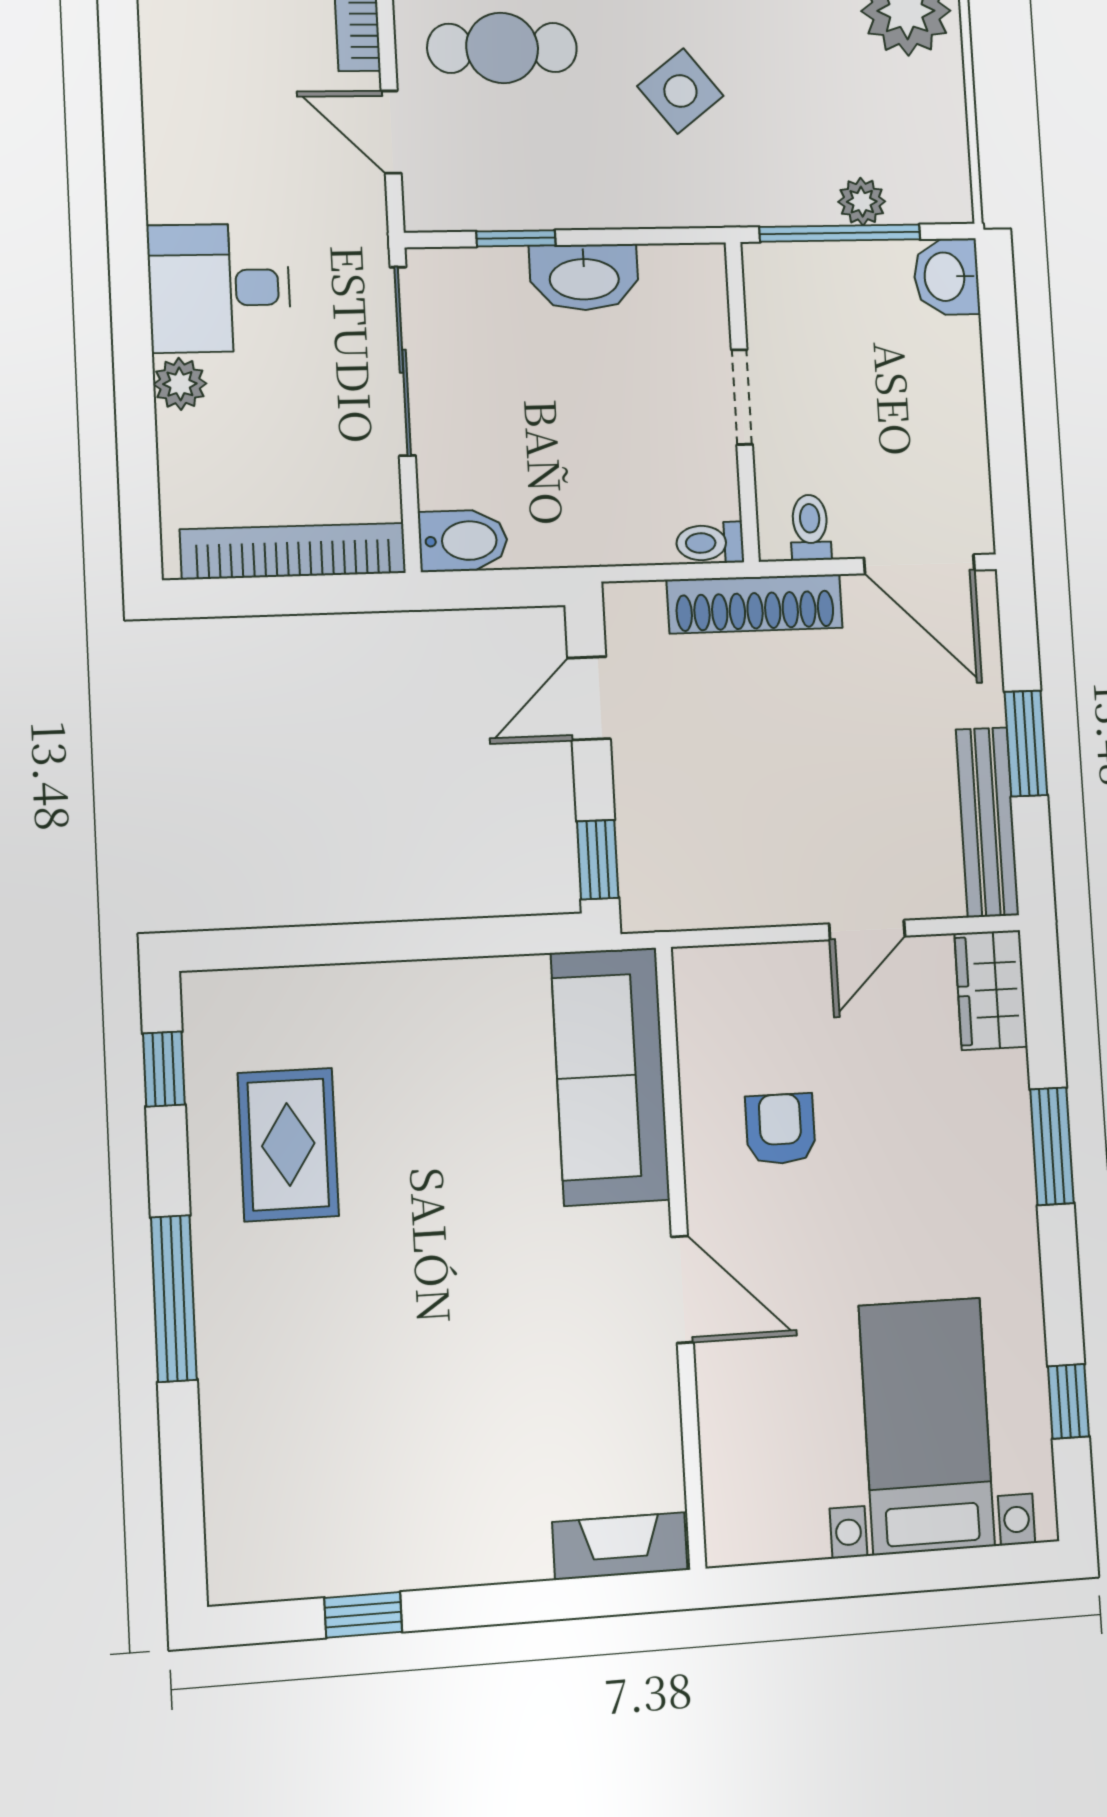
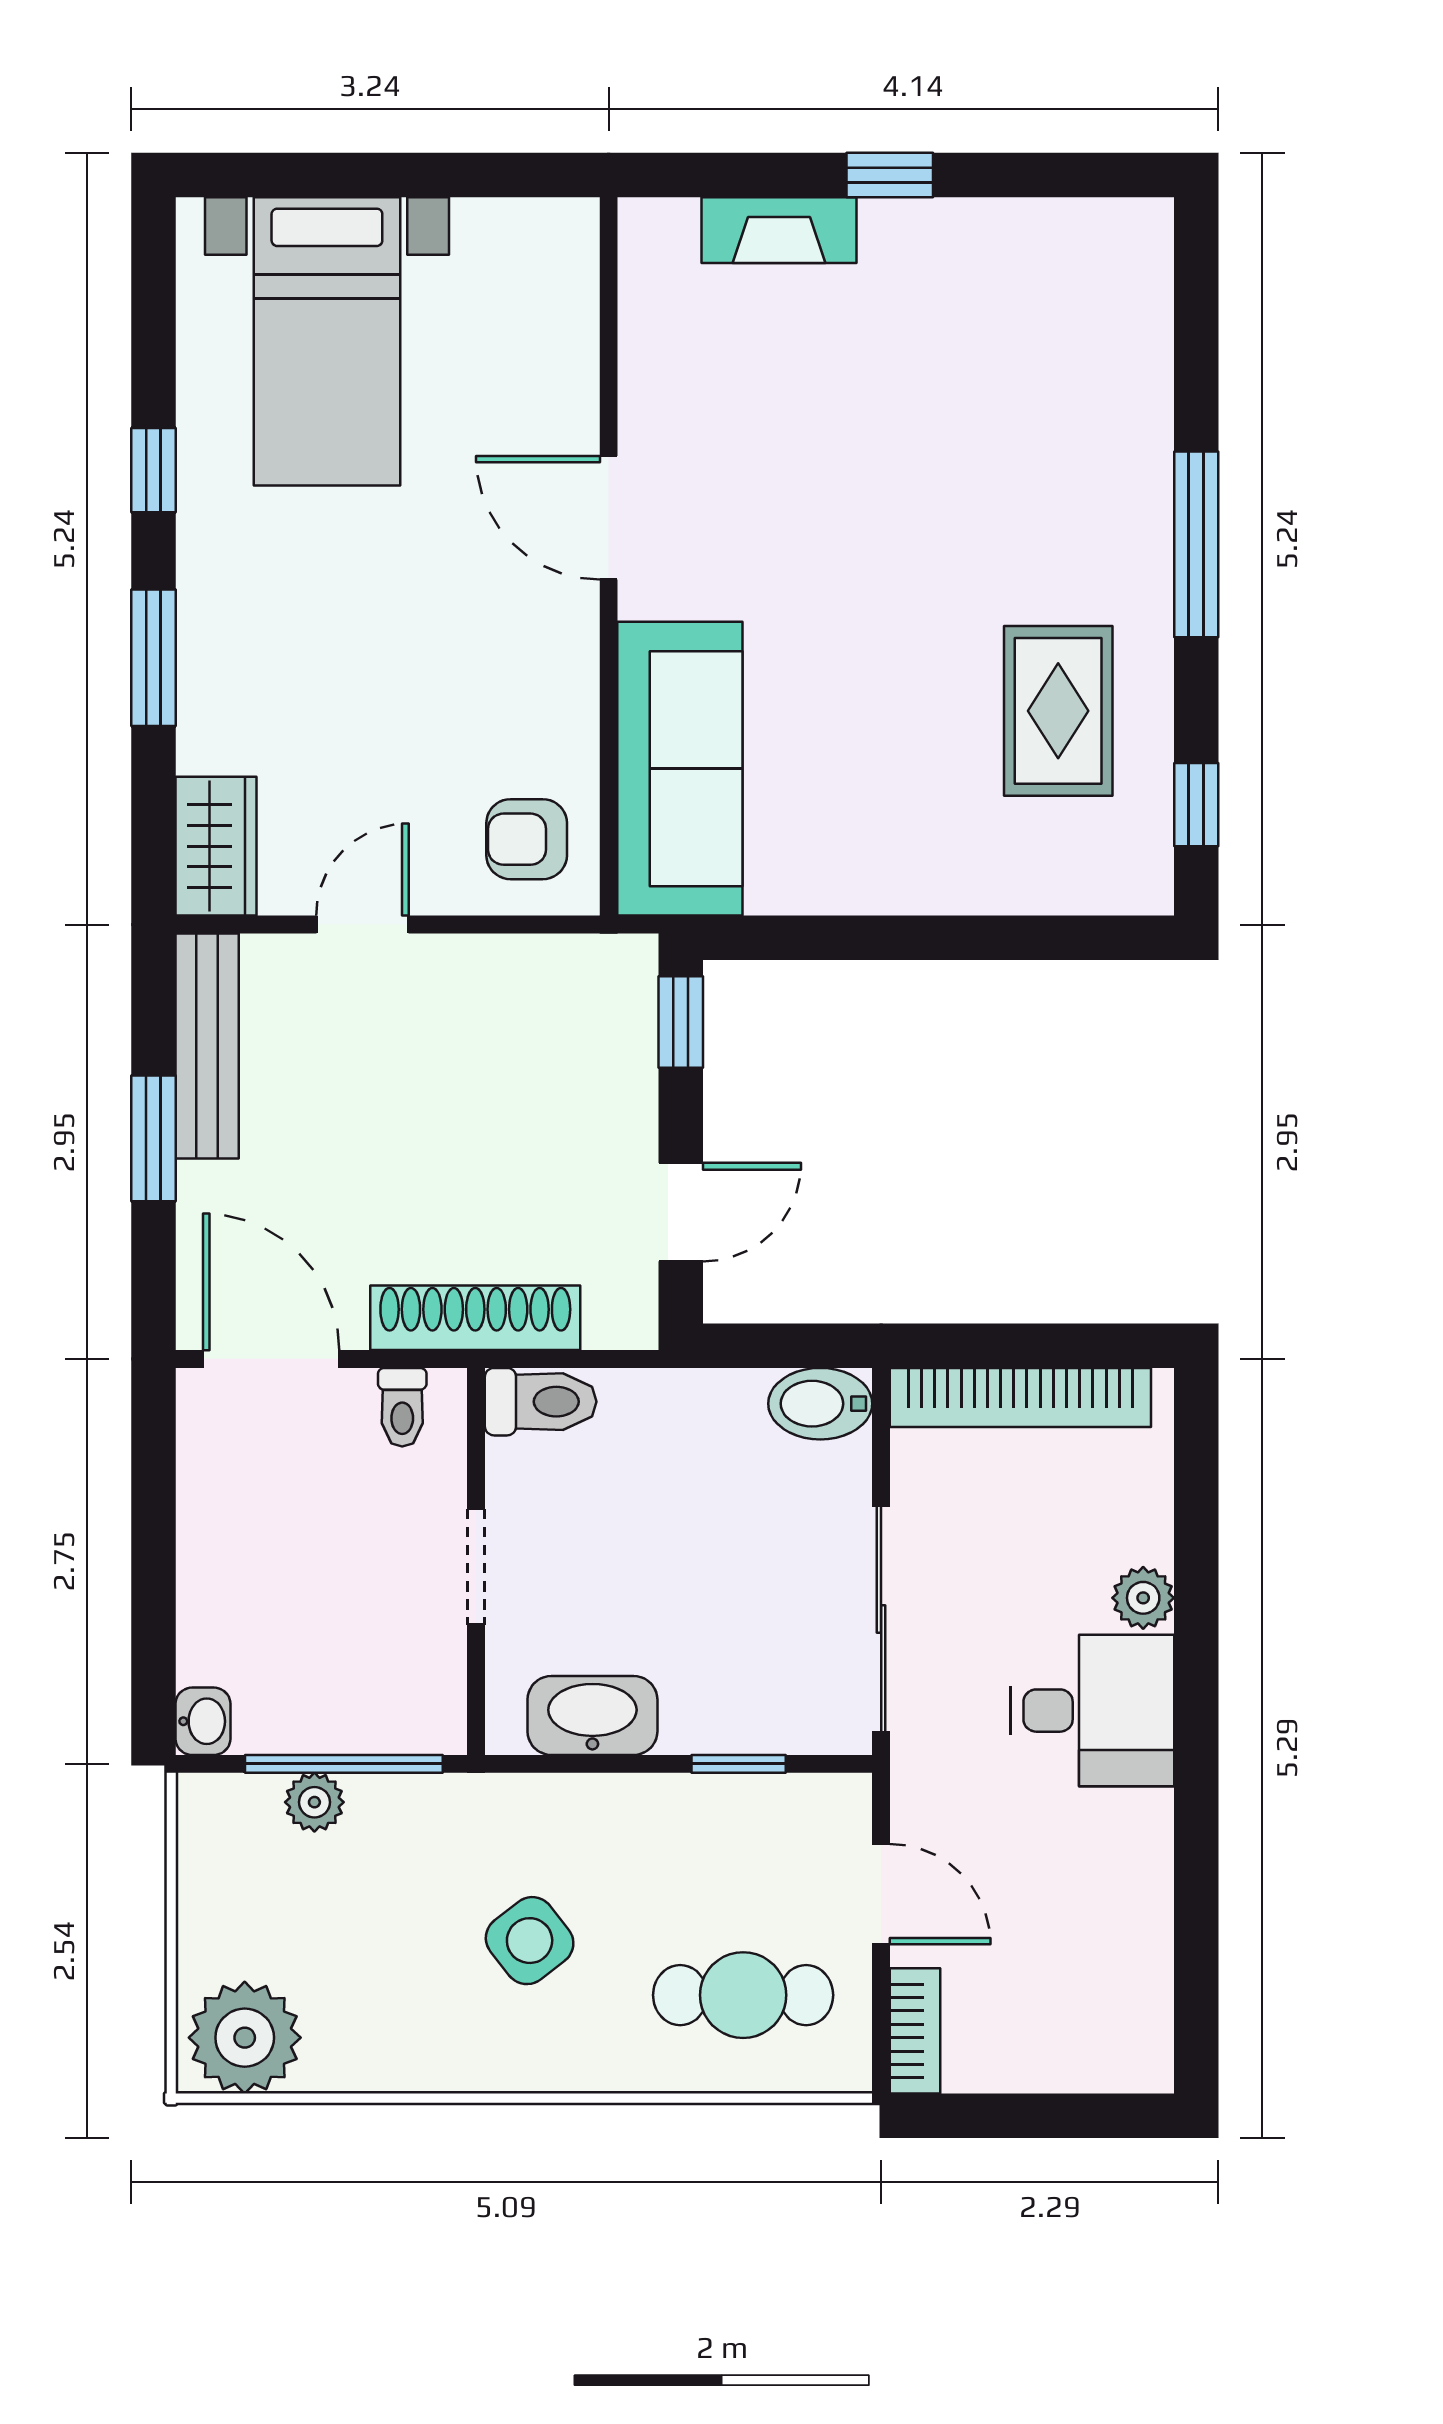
washbasin: (584, 277) -> (592, 1715), moved
washbasin: (946, 277) -> (203, 1721), width x0.72, depth x0.69
toilet: (710, 543) -> (541, 1402), width x1.37, depth x1.39
armchair: (780, 1129) -> (527, 839), moved, turned 90
window: (1068, 1401) -> (154, 470), moved
fireplace: (620, 1546) -> (779, 230), moved
window: (363, 1615) -> (890, 175), moved

